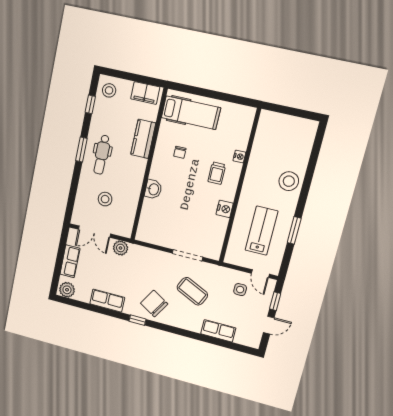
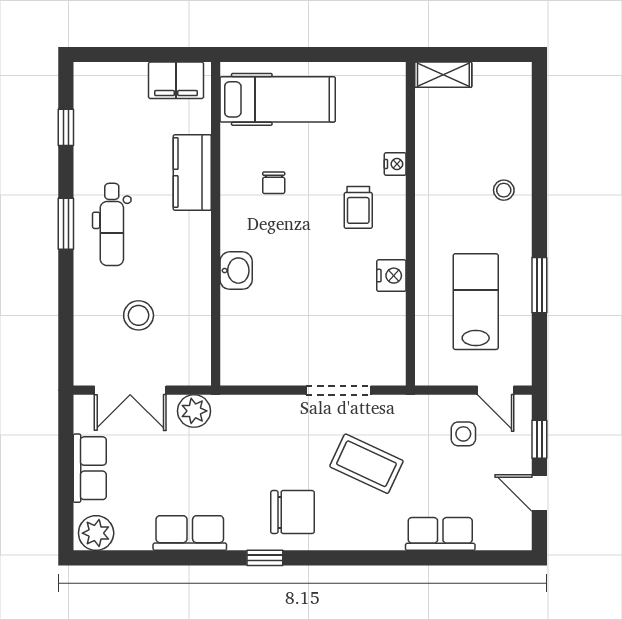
stool: (109, 90) -> (100, 91), removed
shelving: (274, 118) -> (443, 75), added
stool: (289, 181) -> (504, 190), width x0.53, depth x0.53
chair: (154, 304) -> (292, 512), turned 149
door: (269, 325) -> (539, 493), swing flipped

